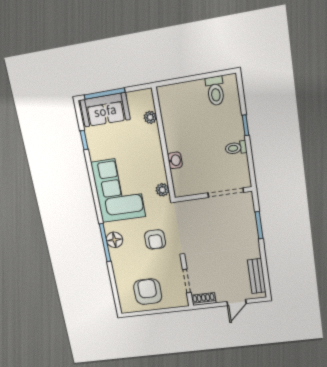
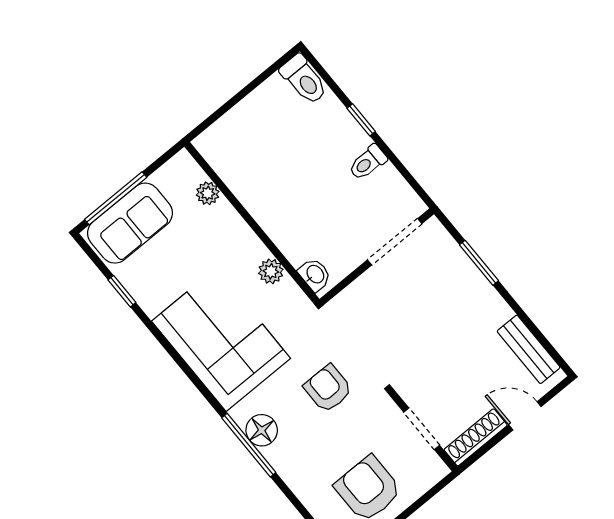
toilet: (215, 91) -> (304, 80), moved
washbasin: (175, 160) -> (315, 275), moved
plant: (162, 190) -> (271, 271), moved
armchair: (155, 239) -> (328, 388), turned 180
shoe rack: (204, 299) -> (476, 437), width x1.43
door: (237, 302) -> (525, 416), swing flipped

